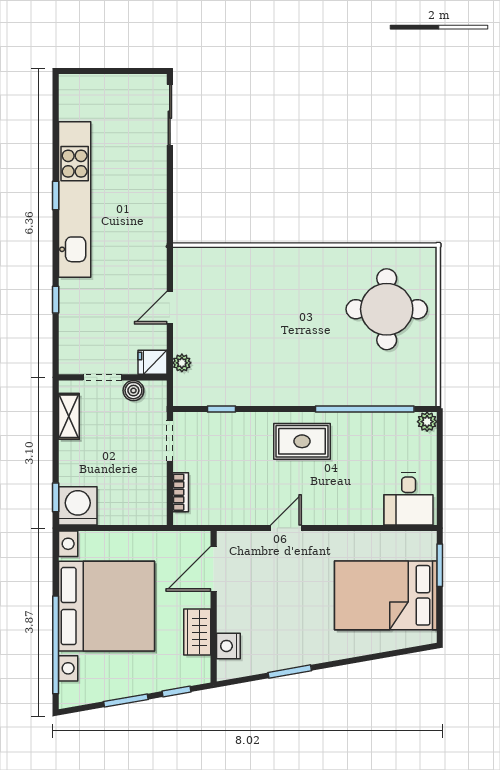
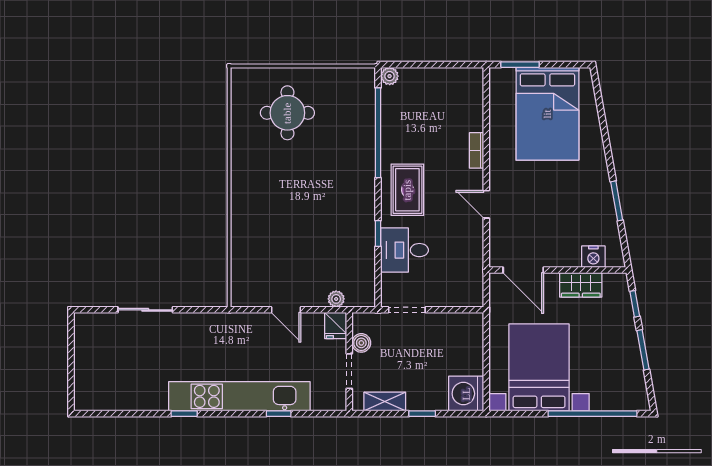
sliding door: (170, 115) -> (145, 310), moved
kitchen unit: (75, 199) -> (239, 396), moved
round table: (387, 309) -> (287, 113), width x0.73, depth x0.73
window: (221, 409) -> (378, 234), moved
bookcase: (181, 492) -> (477, 150), moved, turned -90
window: (56, 497) -> (422, 414), moved
desk: (409, 499) -> (405, 250), moved, turned 180
bed with nightstands: (106, 606) -> (539, 367), width x0.73

